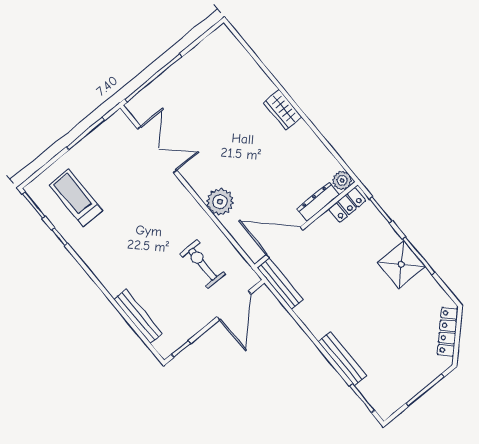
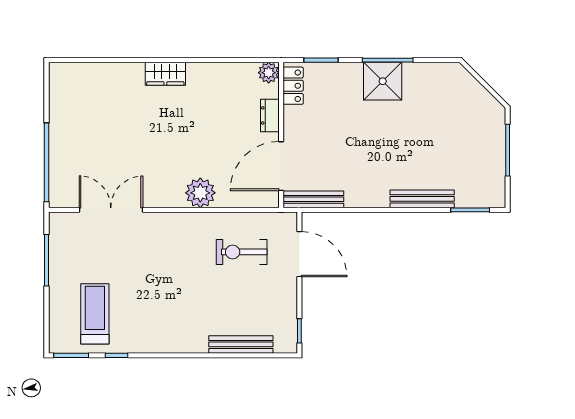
treadmill: (76, 198) -> (95, 314), turned 90
dresser: (318, 202) -> (270, 115), width x0.70
locker: (448, 332) -> (474, 89), removed

